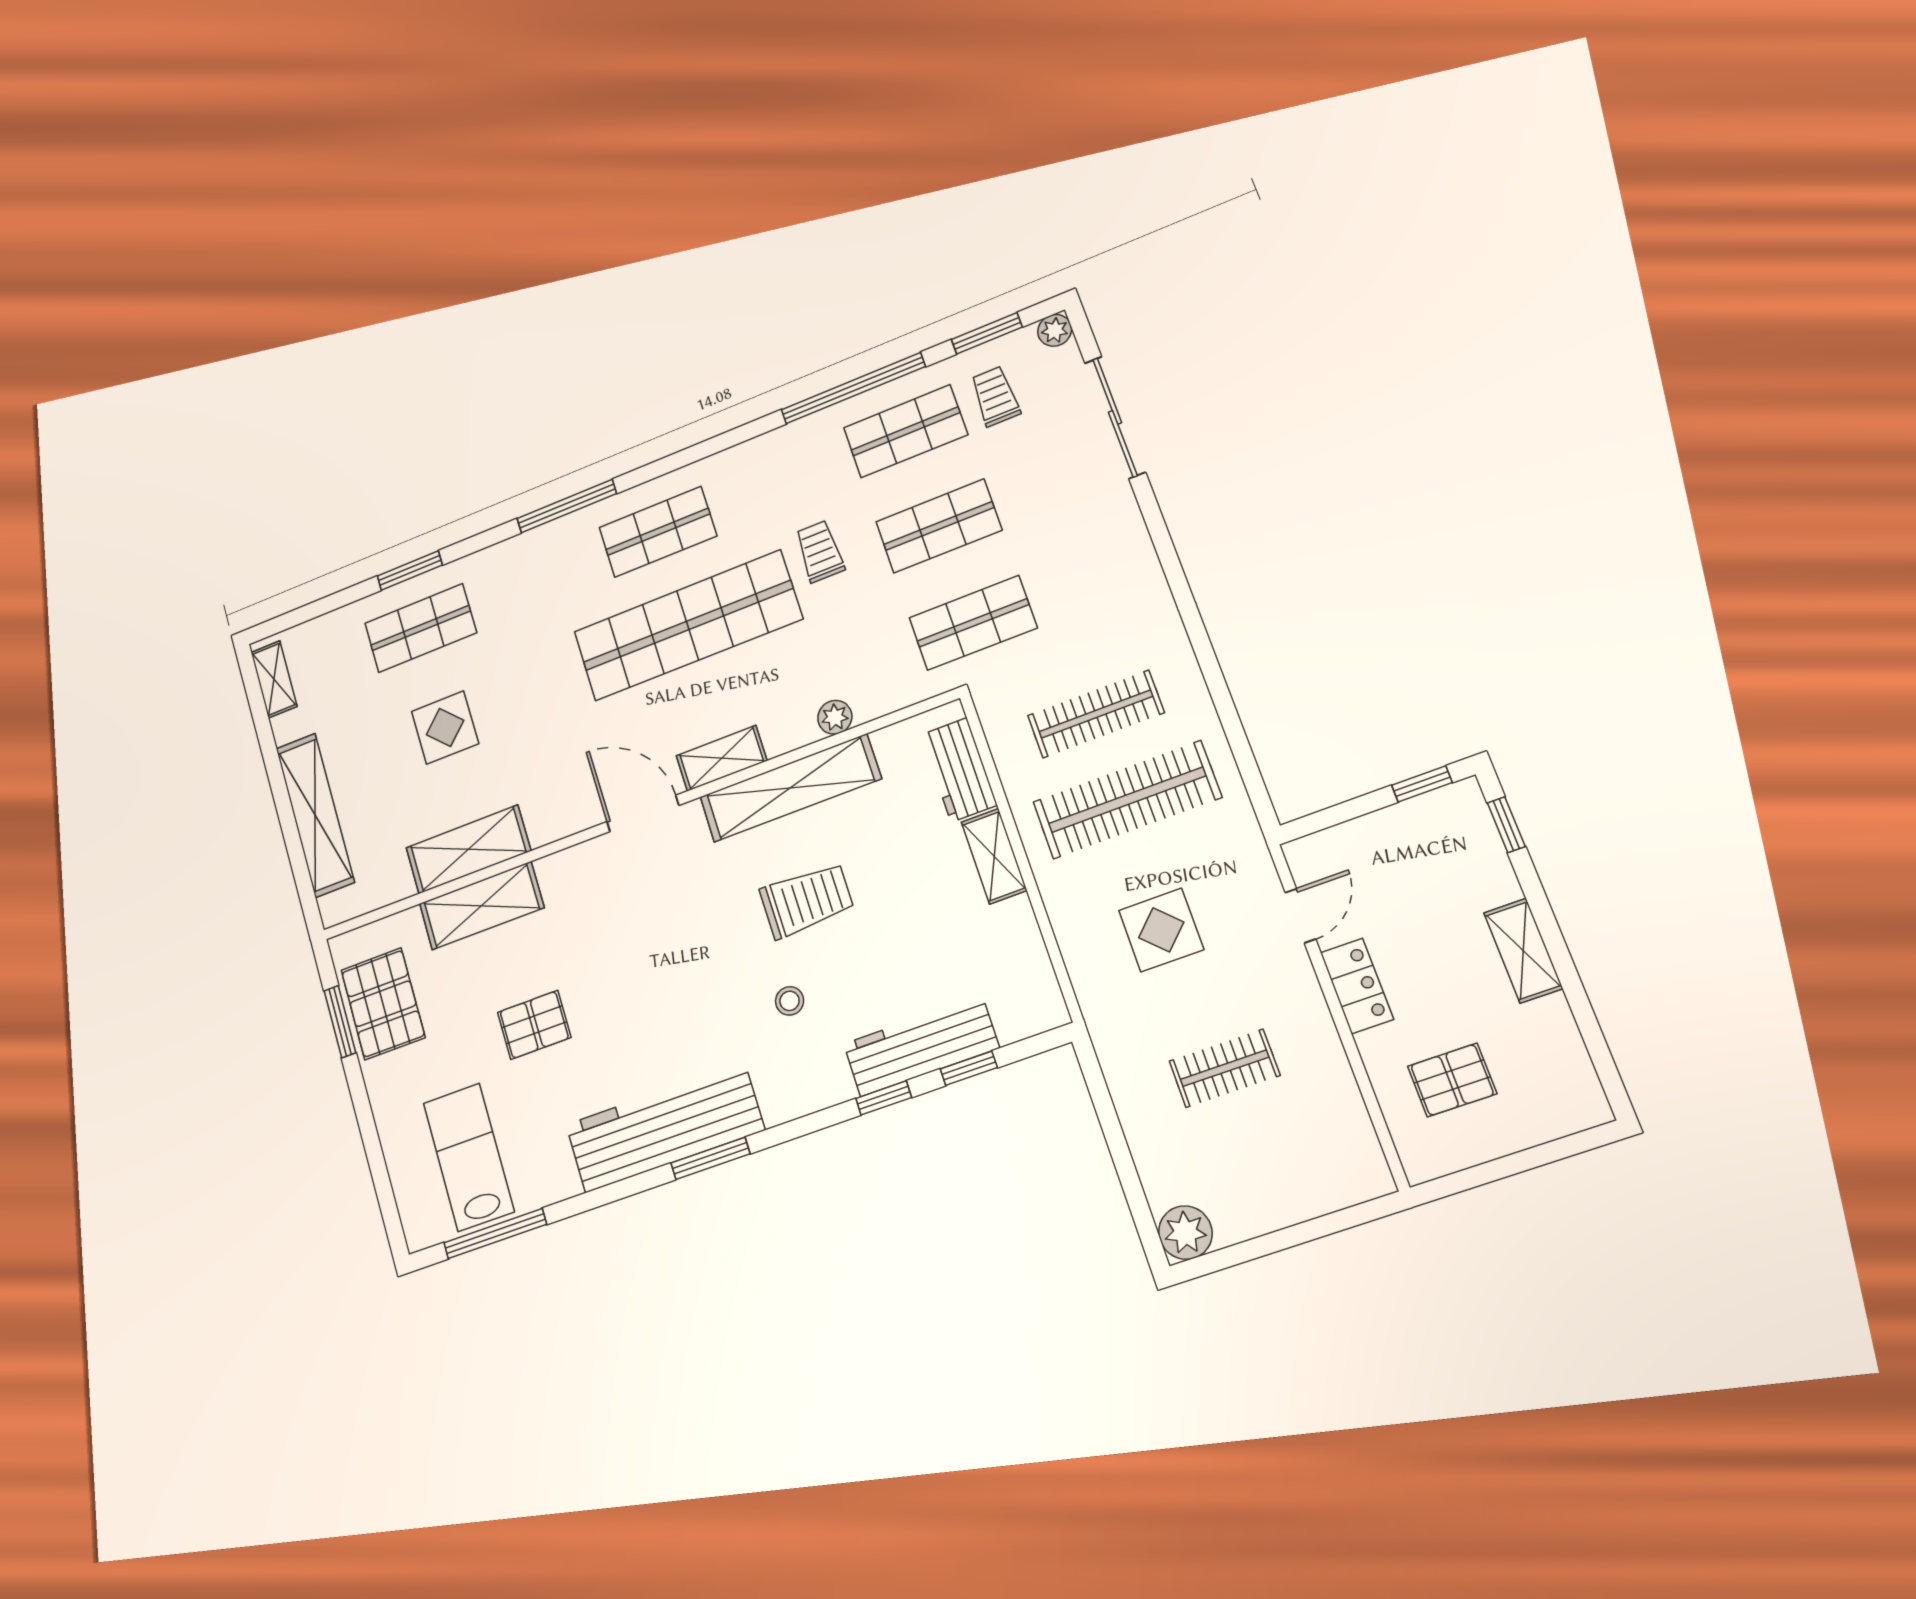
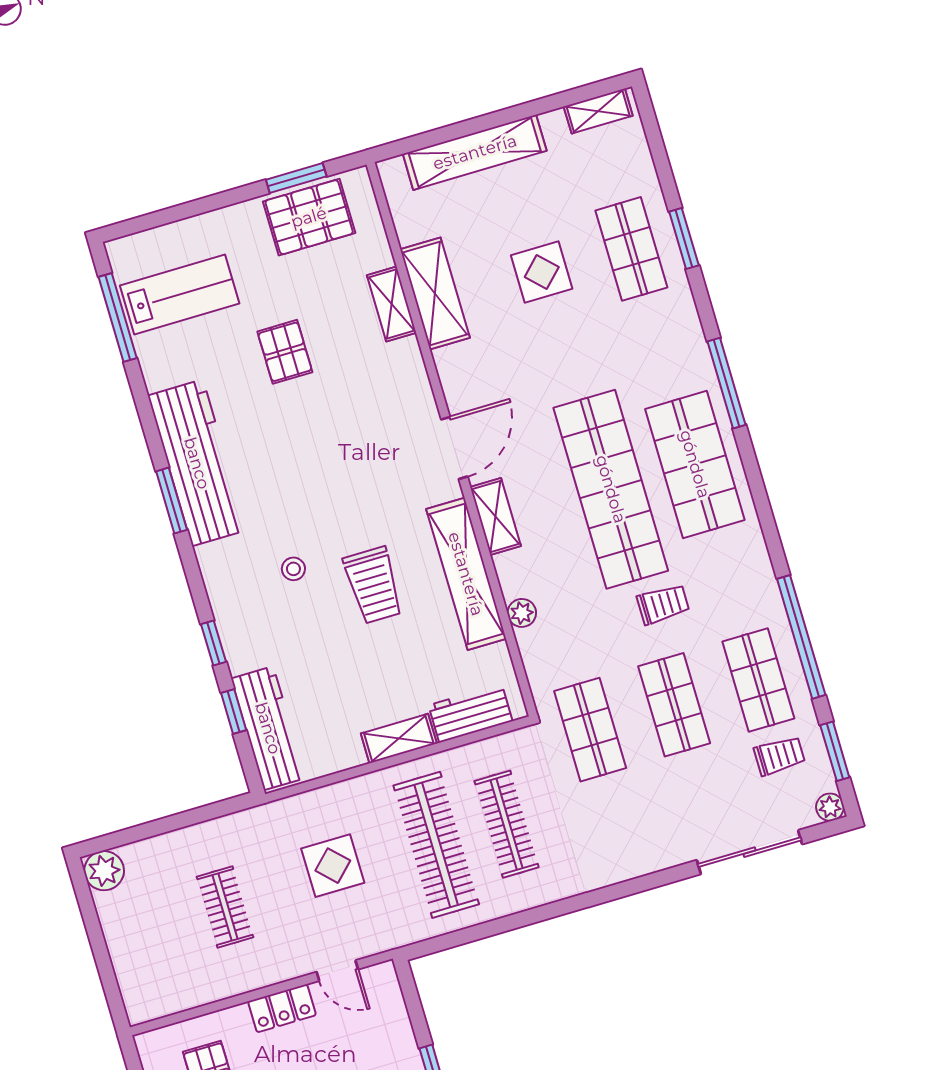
shop shelf: (658, 532) -> (695, 464), width x1.43, depth x1.36
shelving: (482, 906) -> (392, 304), width x0.67, depth x0.75
workbench: (921, 1046) -> (268, 728), moved

